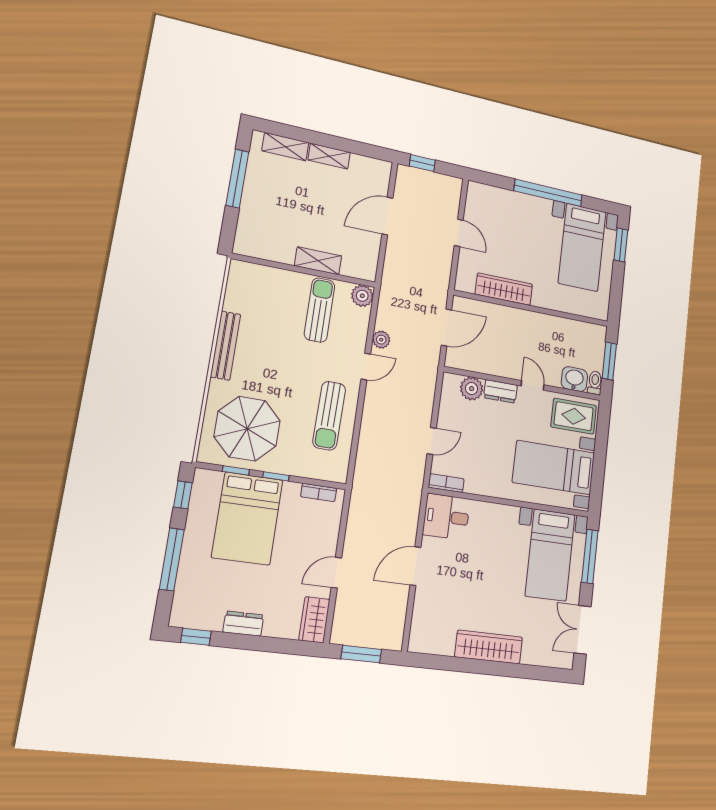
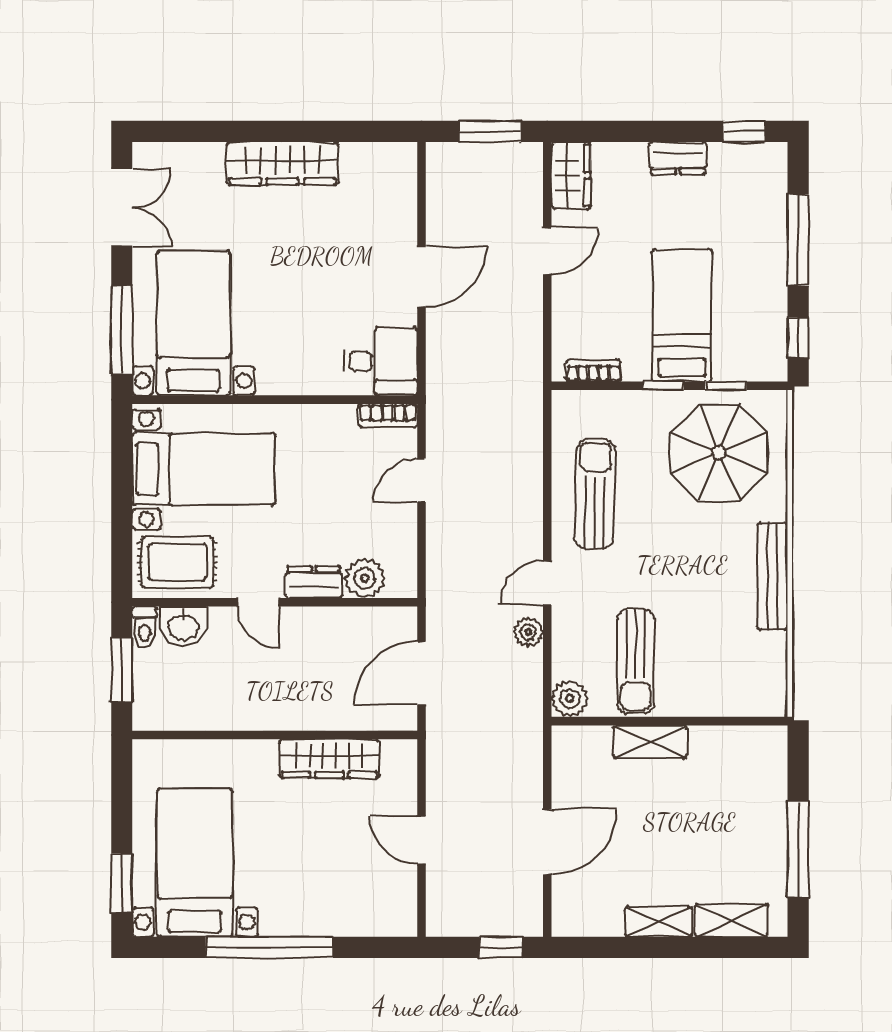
bed: (247, 518) -> (682, 315), width x0.67

